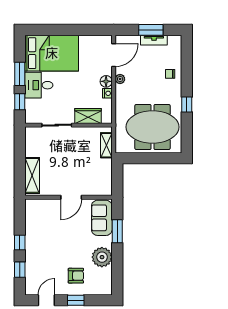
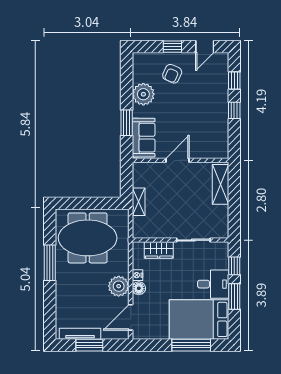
window: (59, 30) -> (191, 345), added
tv unit: (154, 40) -> (80, 334), width x1.41
chair: (170, 74) -> (68, 297), removed
plant: (120, 79) -> (119, 286), width x1.88, depth x1.88
window: (187, 104) -> (50, 263), width x2.17
shelving: (106, 145) -> (139, 202), moved
armchair: (76, 276) -> (172, 74), turned -66

